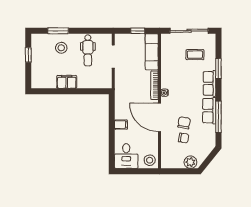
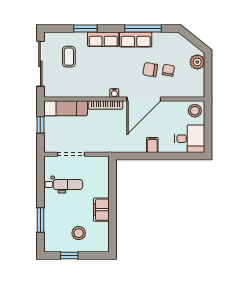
stool: (61, 48) -> (79, 233), moved

